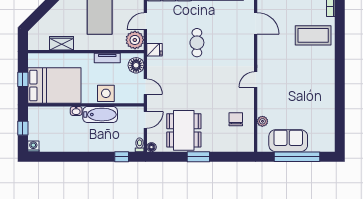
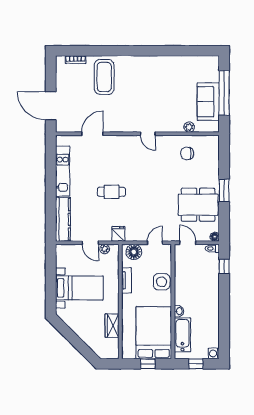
plant: (135, 40) -> (105, 249), width x0.53, depth x0.53
bathtub: (100, 115) -> (182, 335), moved

